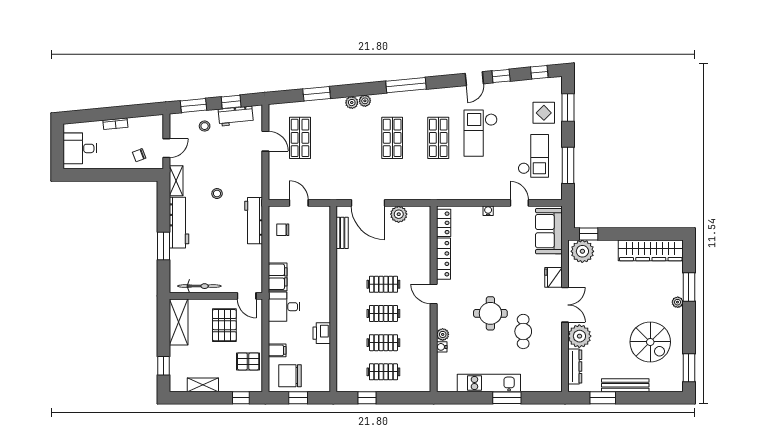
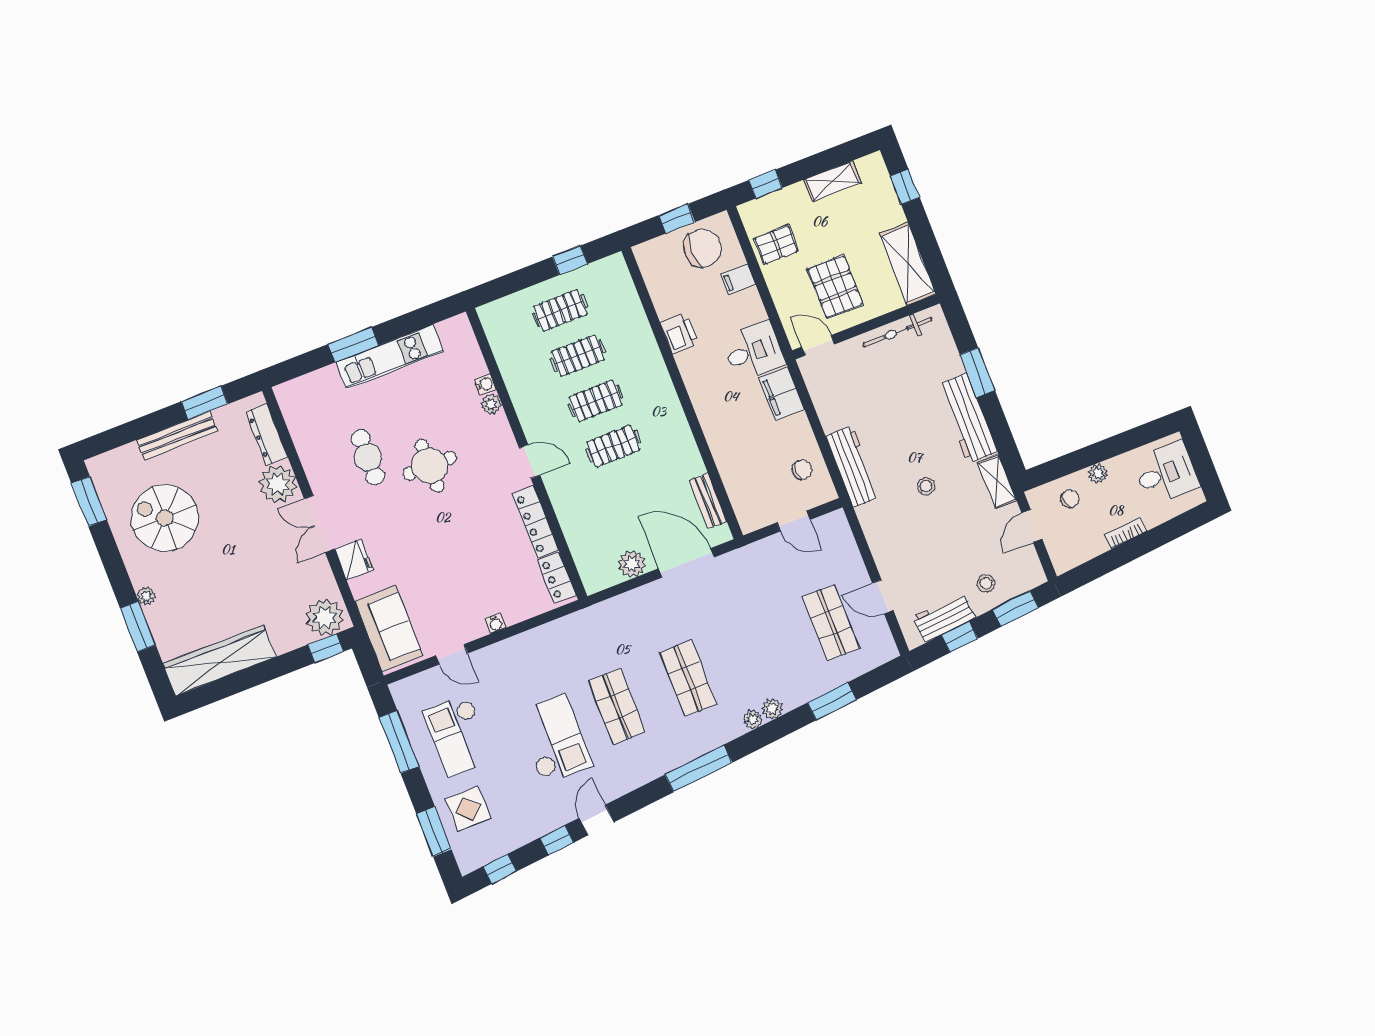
plant: (118, 163) -> (1098, 474), added

